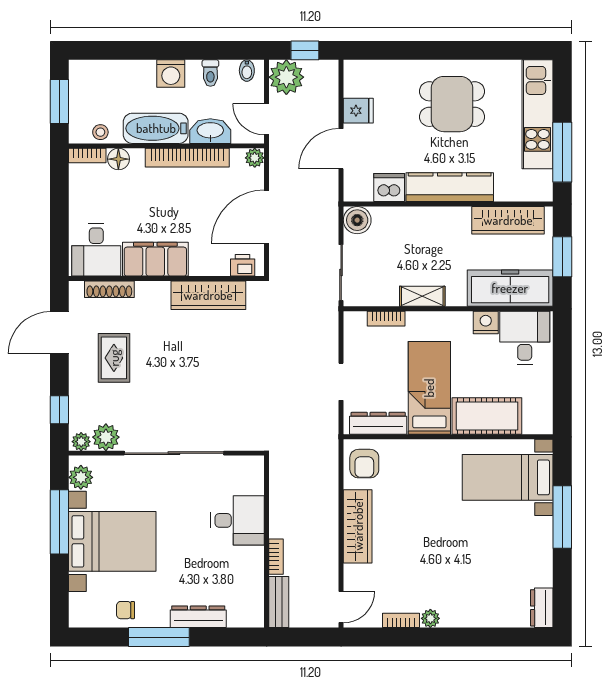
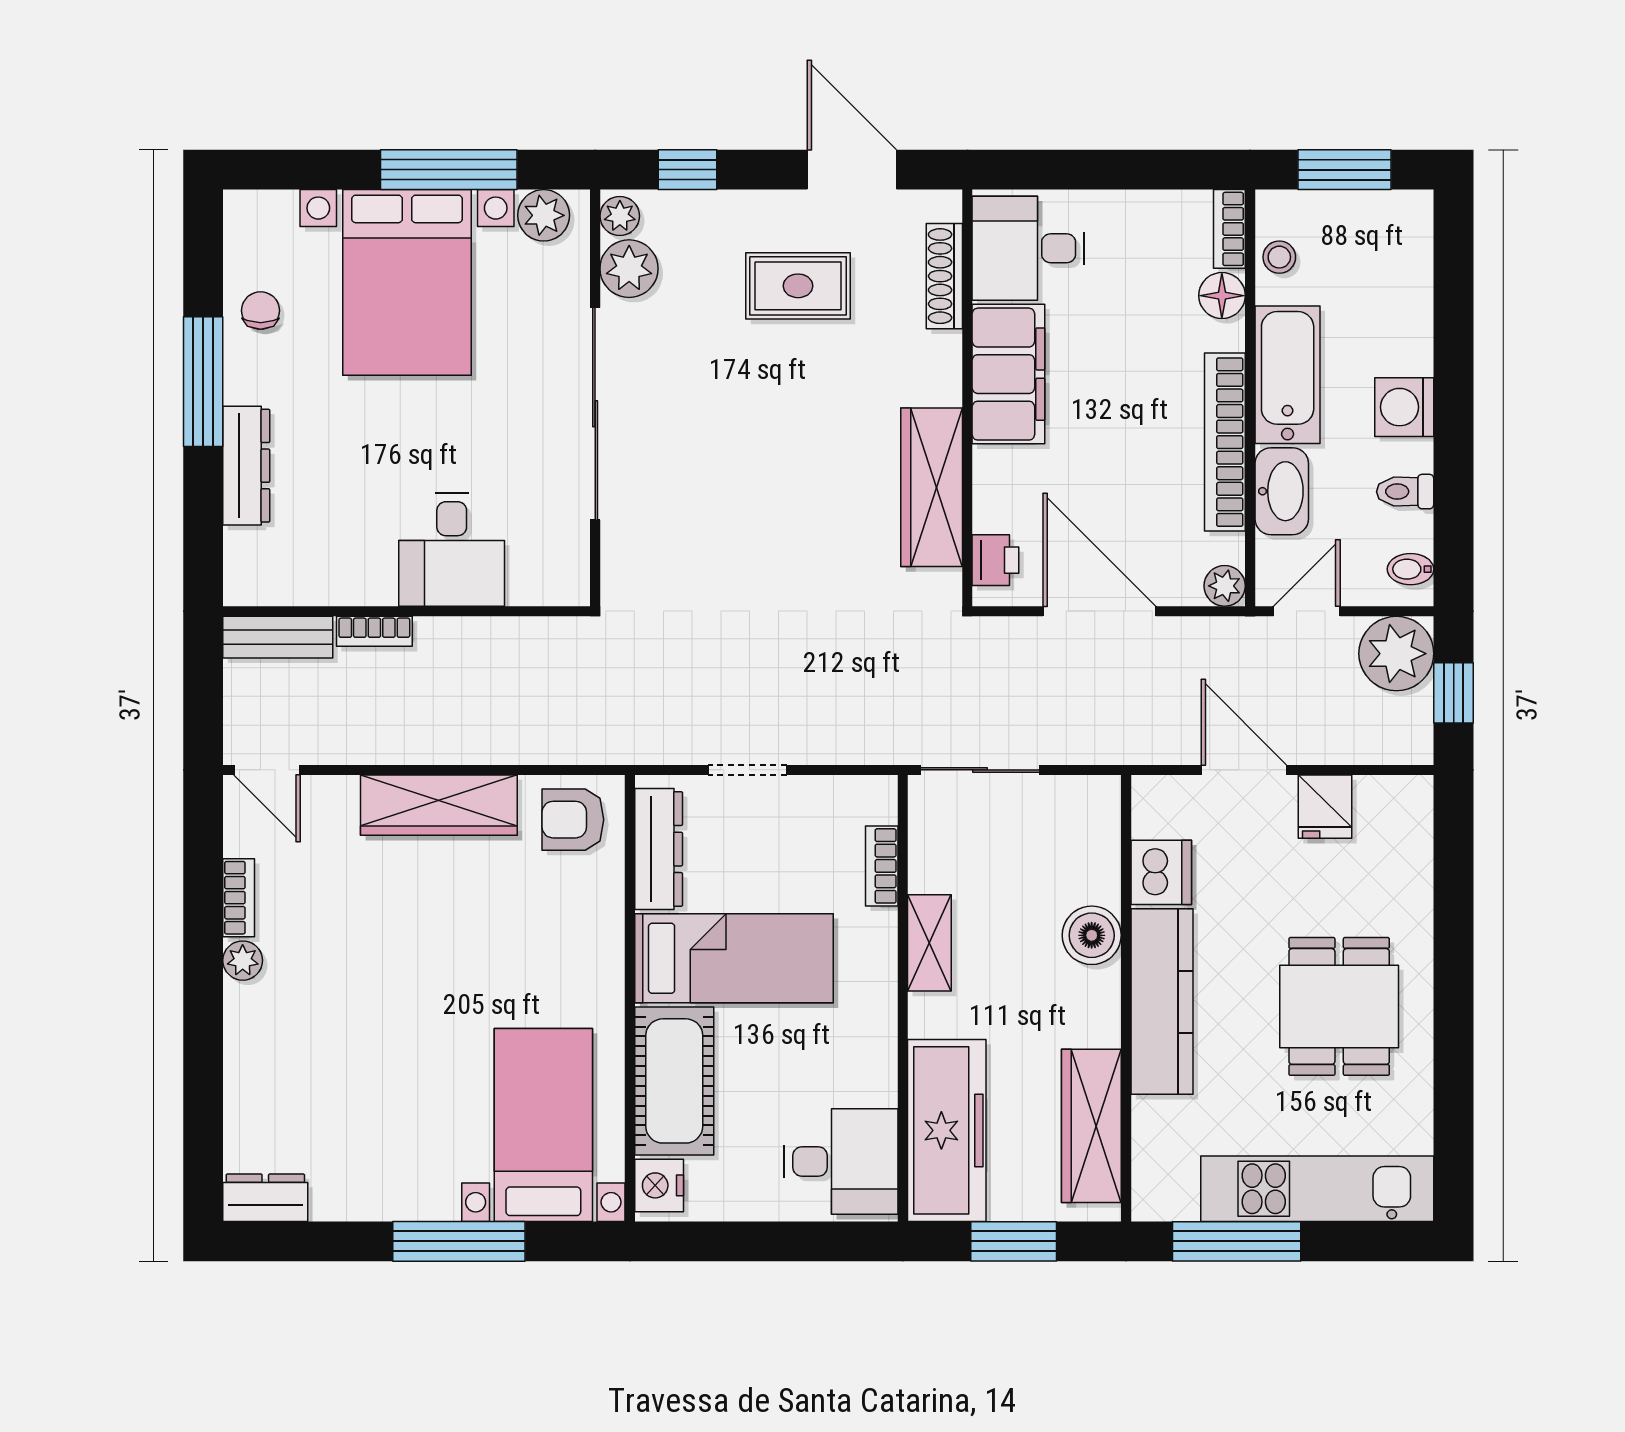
boiler: (357, 220) -> (1092, 935), moved
nightstand: (486, 323) -> (659, 1185), moved, turned 180

